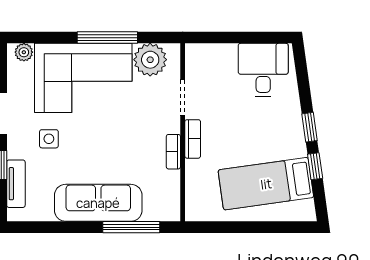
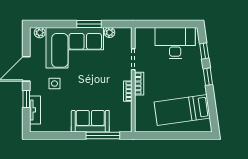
window: (107, 38) -> (89, 24), width x0.69
plant: (150, 60) -> (110, 32), width x0.53, depth x0.53
desk: (263, 70) -> (175, 43), width x1.37
window: (315, 166) -> (204, 51), moved
sofa: (98, 203) -> (90, 121), width x0.73

